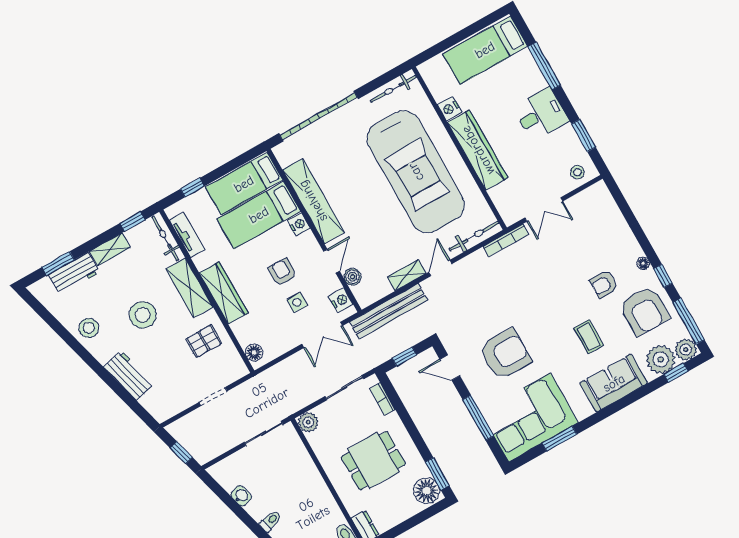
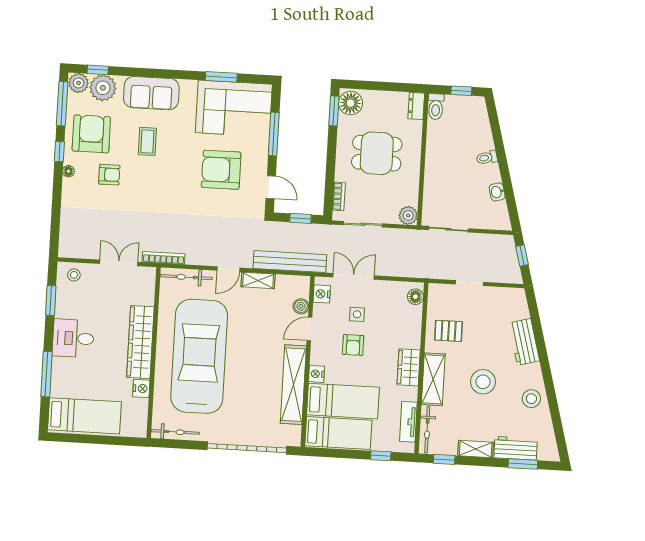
wardrobe: (224, 293) -> (409, 367), width x0.67

